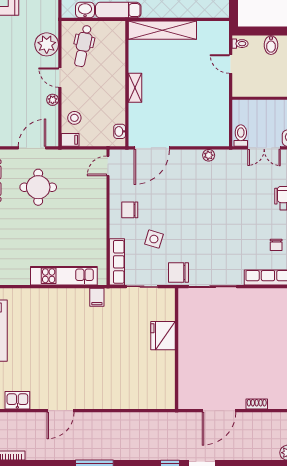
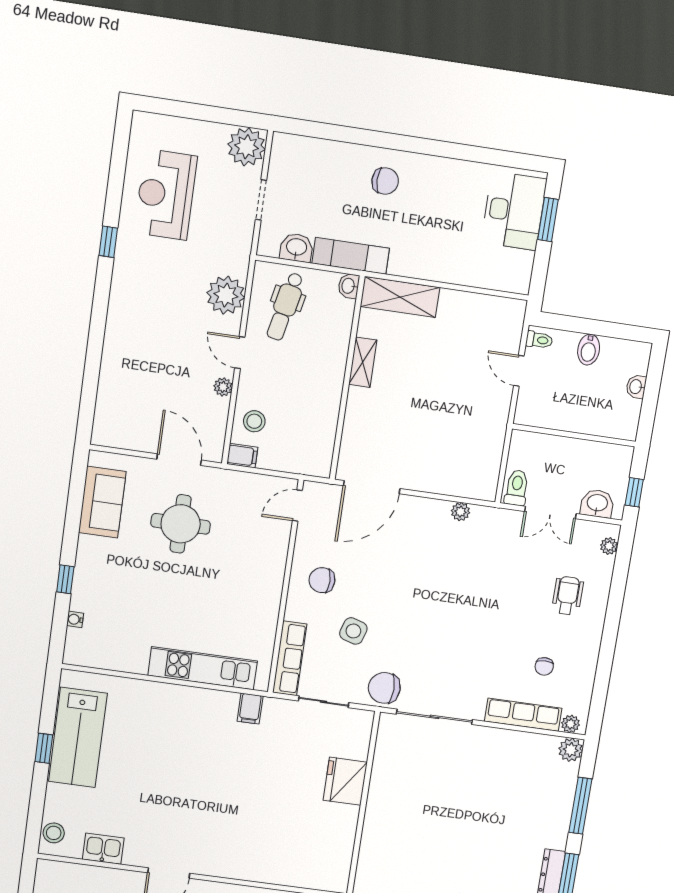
shelving: (162, 30) -> (400, 297), width x0.68
shelving: (135, 88) -> (363, 362), moved
washbasin: (120, 131) -> (349, 286), moved
door: (32, 148) -> (179, 460), hinge flipped

